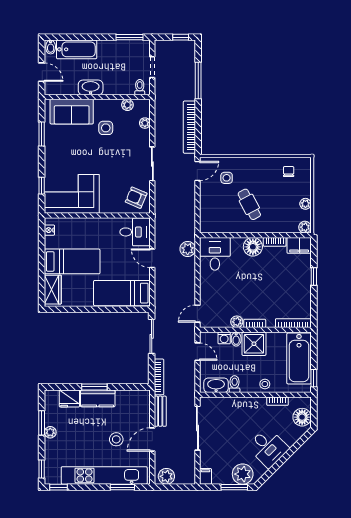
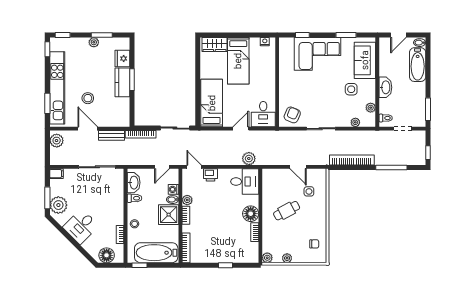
washbasin: (91, 87) -> (385, 87), moved
door: (197, 171) -> (298, 167), moved
corner sofa: (72, 194) -> (318, 54), moved, turned 90
filing cabinet: (299, 245) -> (252, 253), removed
printer: (207, 294) -> (211, 175), added

